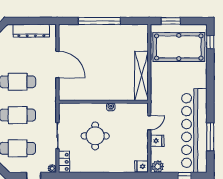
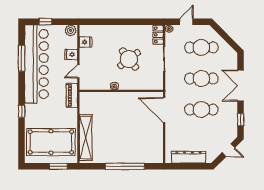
window: (210, 42) -> (22, 111), moved
door: (57, 64) -> (164, 110), moved
shelving: (141, 76) -> (86, 138), moved
piano: (156, 97) -> (72, 95), added
round table: (95, 136) -> (129, 59), turned -38
fridge: (142, 166) -> (86, 42), moved

